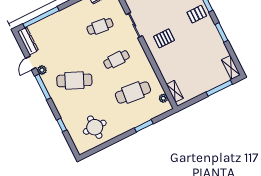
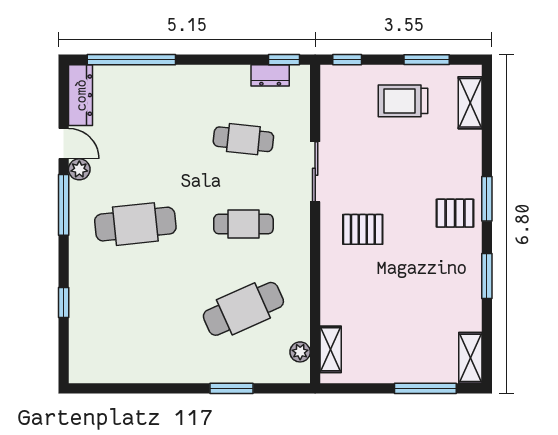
door: (31, 63) -> (64, 143), swing flipped
cafe table: (74, 80) -> (135, 224), turned -30
cafe table: (133, 93) -> (243, 309), turned -30
round table: (95, 127) -> (129, 341), removed

